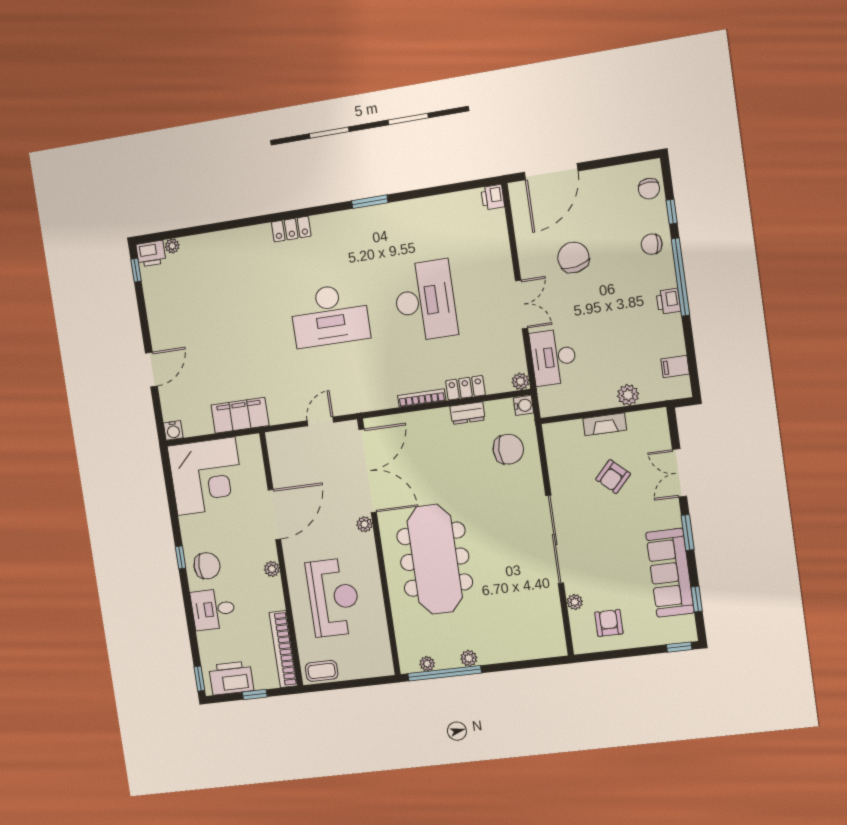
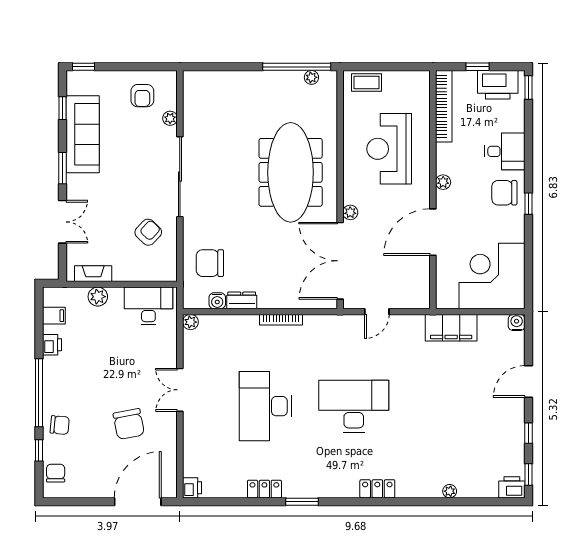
plant: (172, 246) -> (450, 491), moved
printer: (668, 301) -> (52, 345), moved
window: (143, 314) -> (528, 433), added
desk: (553, 357) -> (148, 306), moved, turned -90
locker: (465, 388) -> (264, 489), moved, turned 180
water cooler: (523, 405) -> (217, 301), moved, turned -90
fireplace: (605, 424) -> (93, 274), moved
armchair: (613, 477) -> (148, 232), moved
plant: (469, 658) -> (273, 78), removed
coffee table: (322, 671) -> (366, 83), moved

